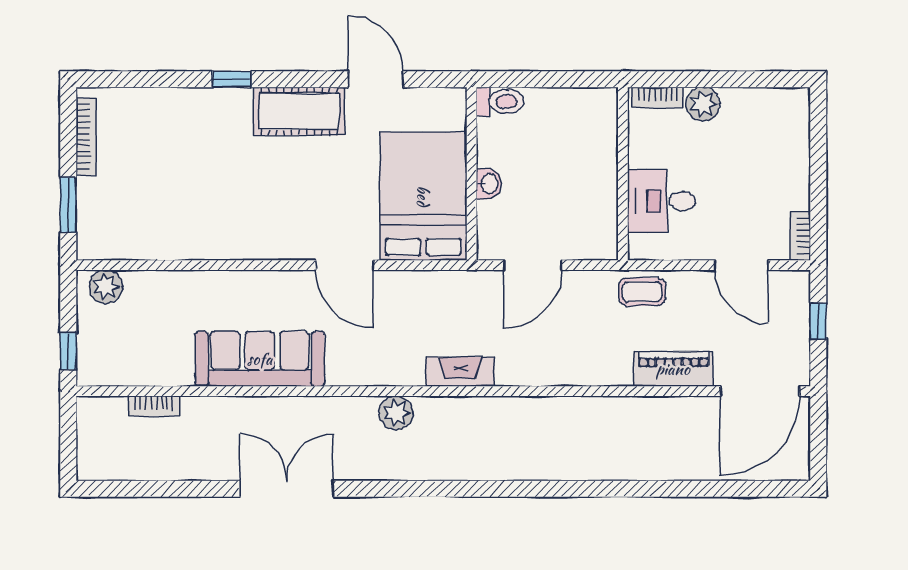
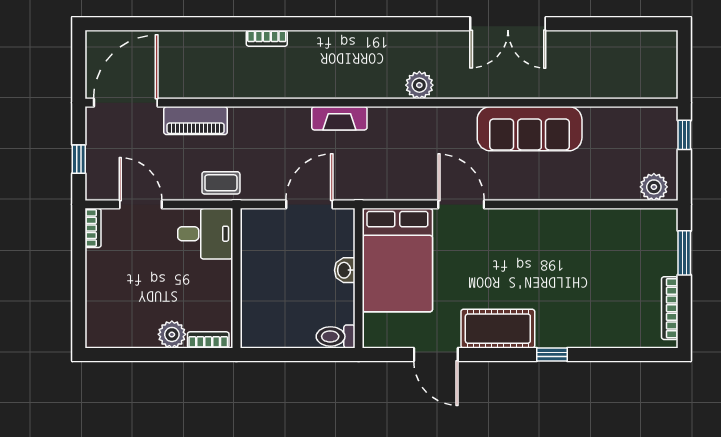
desk: (661, 201) -> (205, 234), moved
fireplace: (460, 372) -> (339, 118), moved
bookcase: (154, 406) -> (267, 38), moved, turned 180

